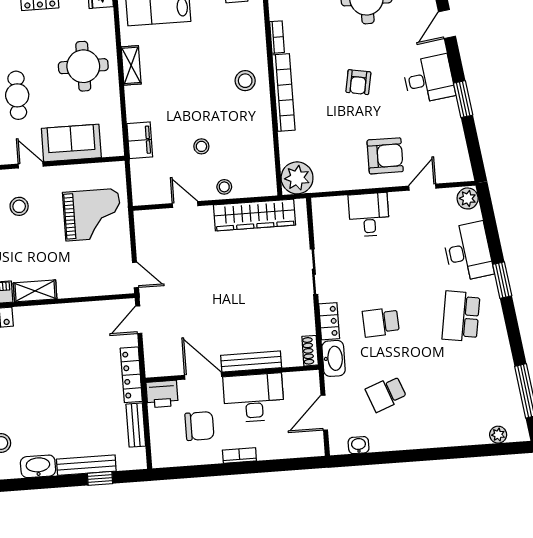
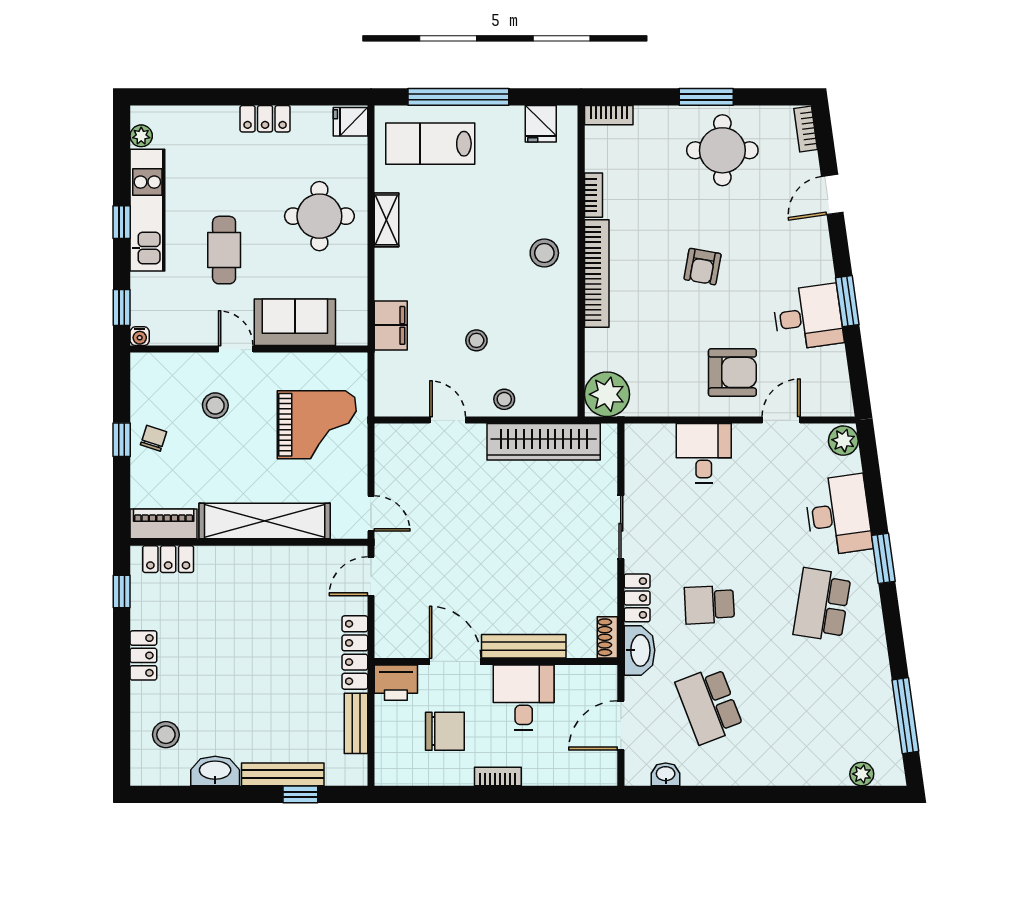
desk: (429, 79) -> (808, 317), moved
shelving: (35, 291) -> (265, 521), width x2.20, depth x1.33
school desk: (386, 394) -> (709, 705), width x1.85
desk: (254, 398) -> (524, 697), width x0.73

